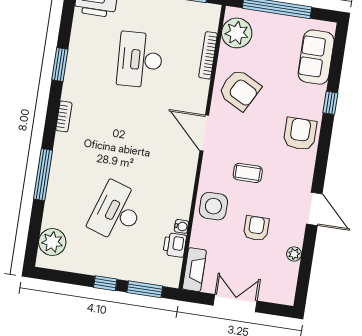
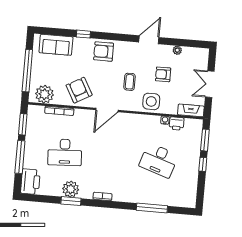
armchair: (240, 90) -> (79, 90), turned -57
window: (43, 175) -> (152, 208), moved
plant: (52, 242) -> (71, 189), moved

